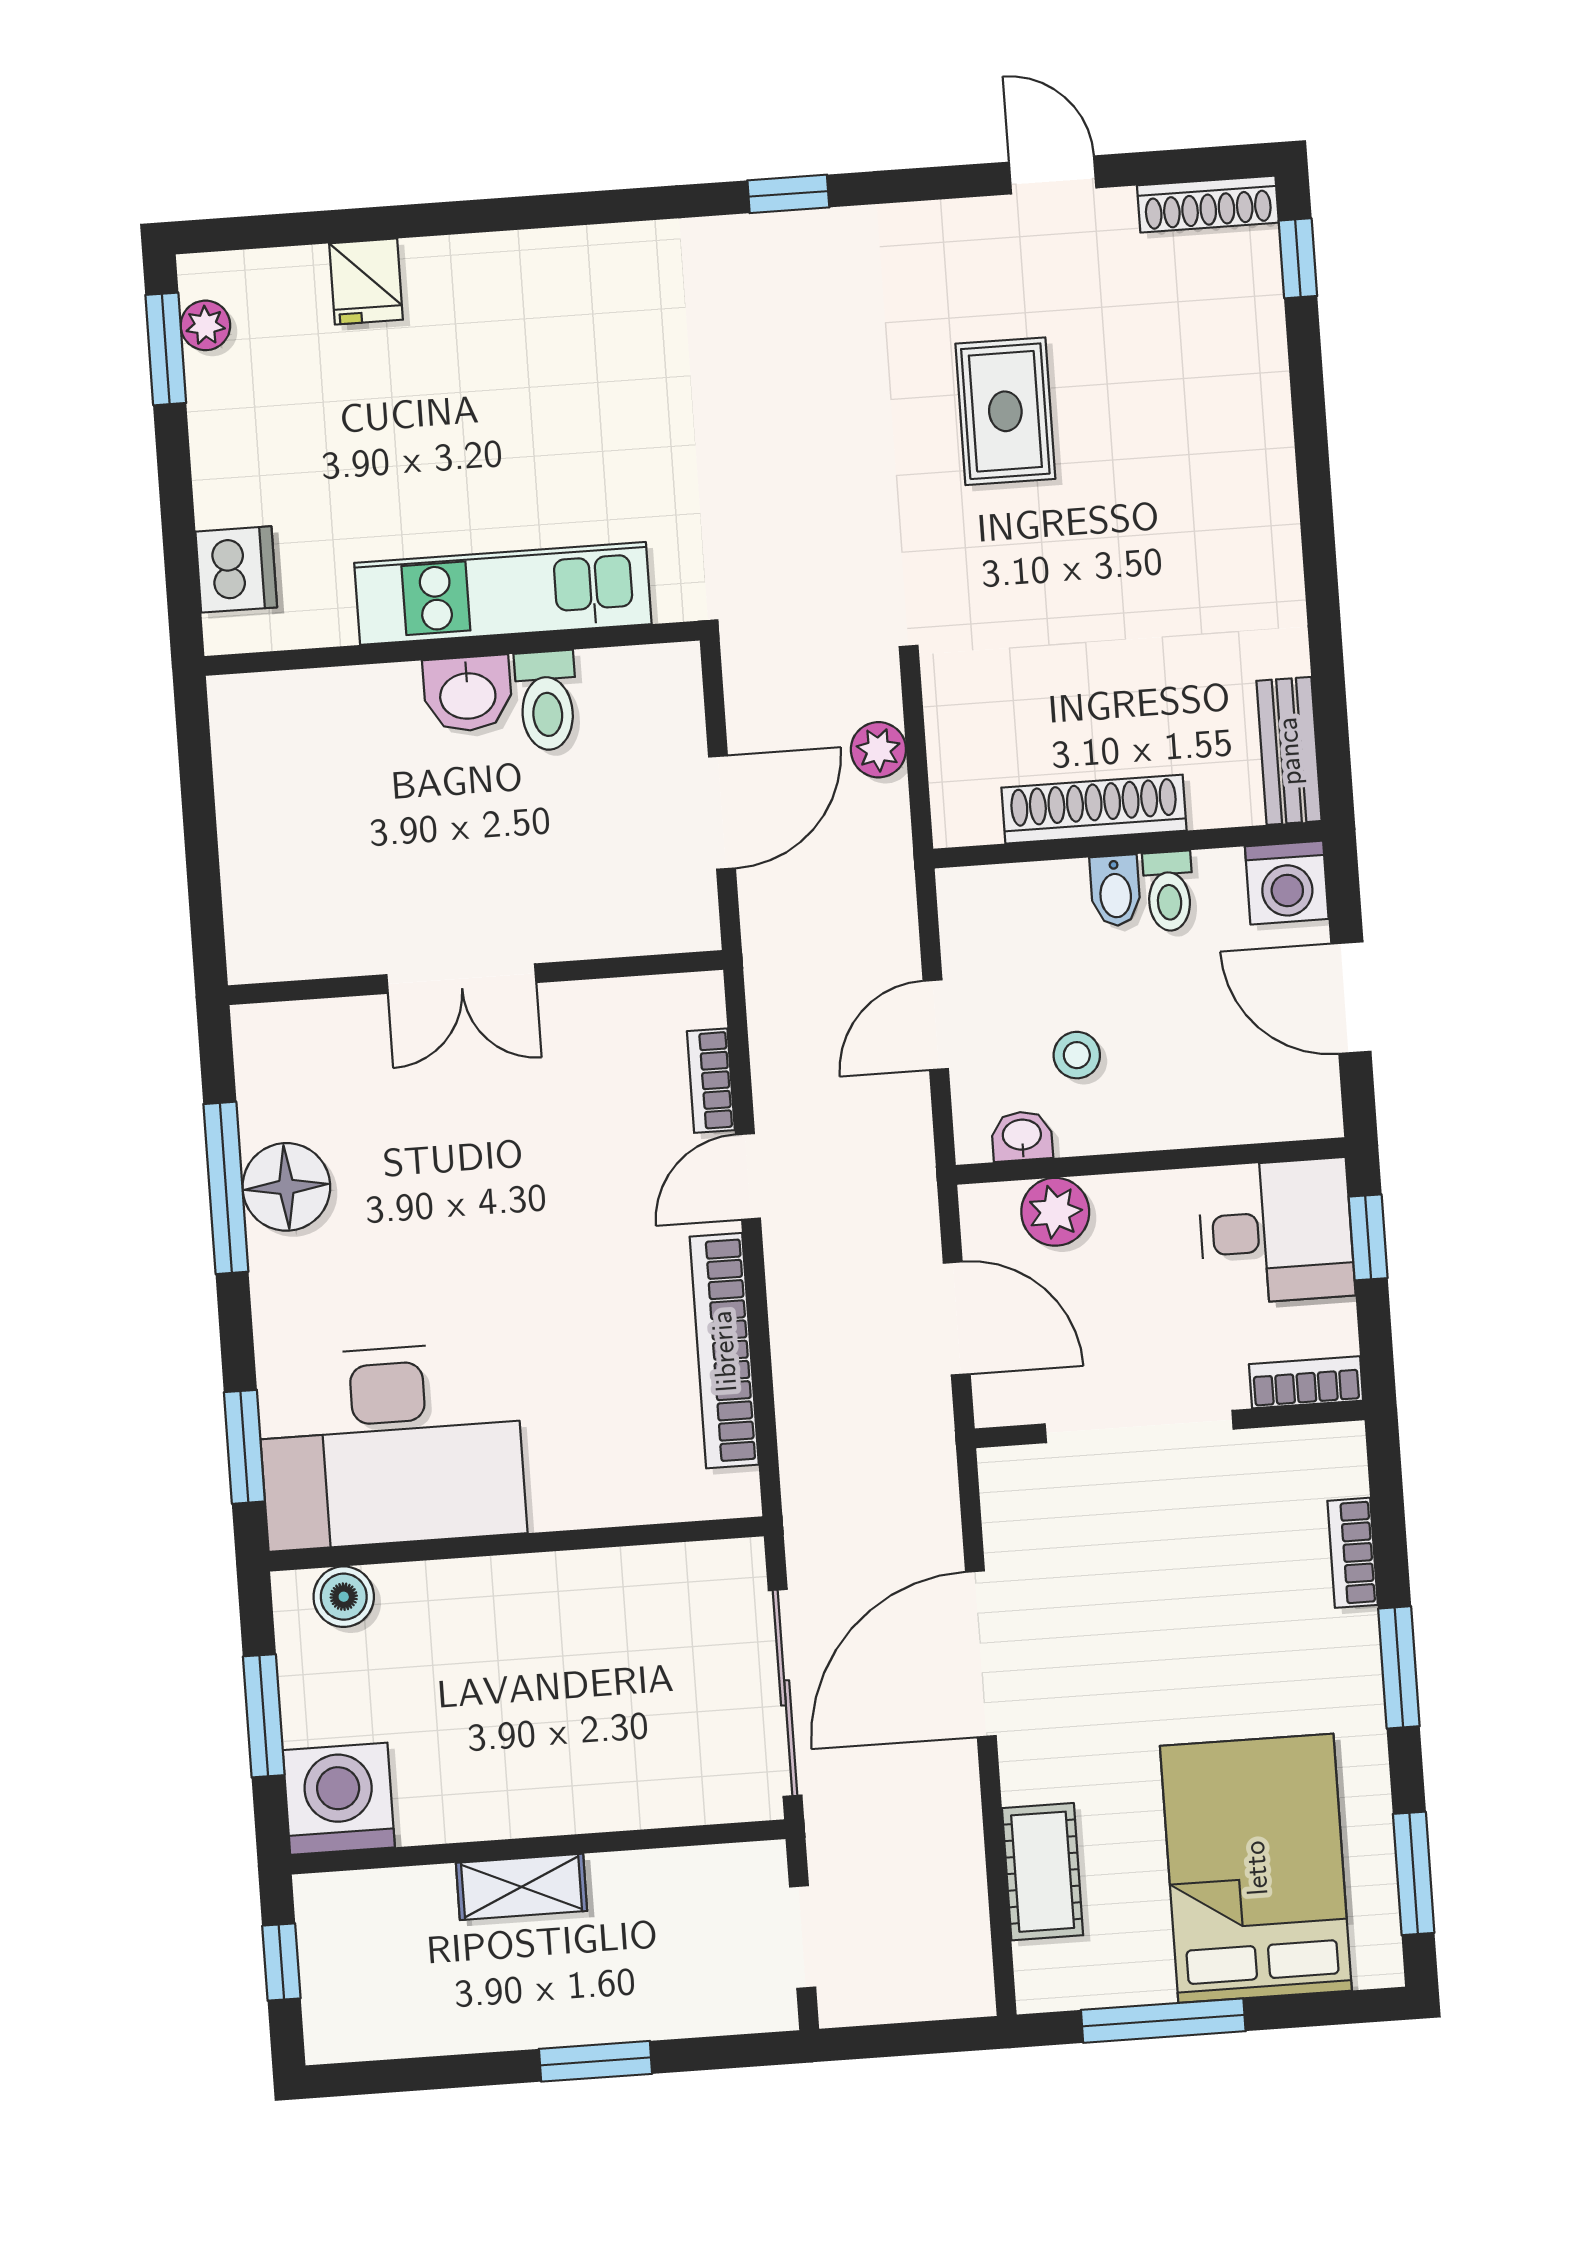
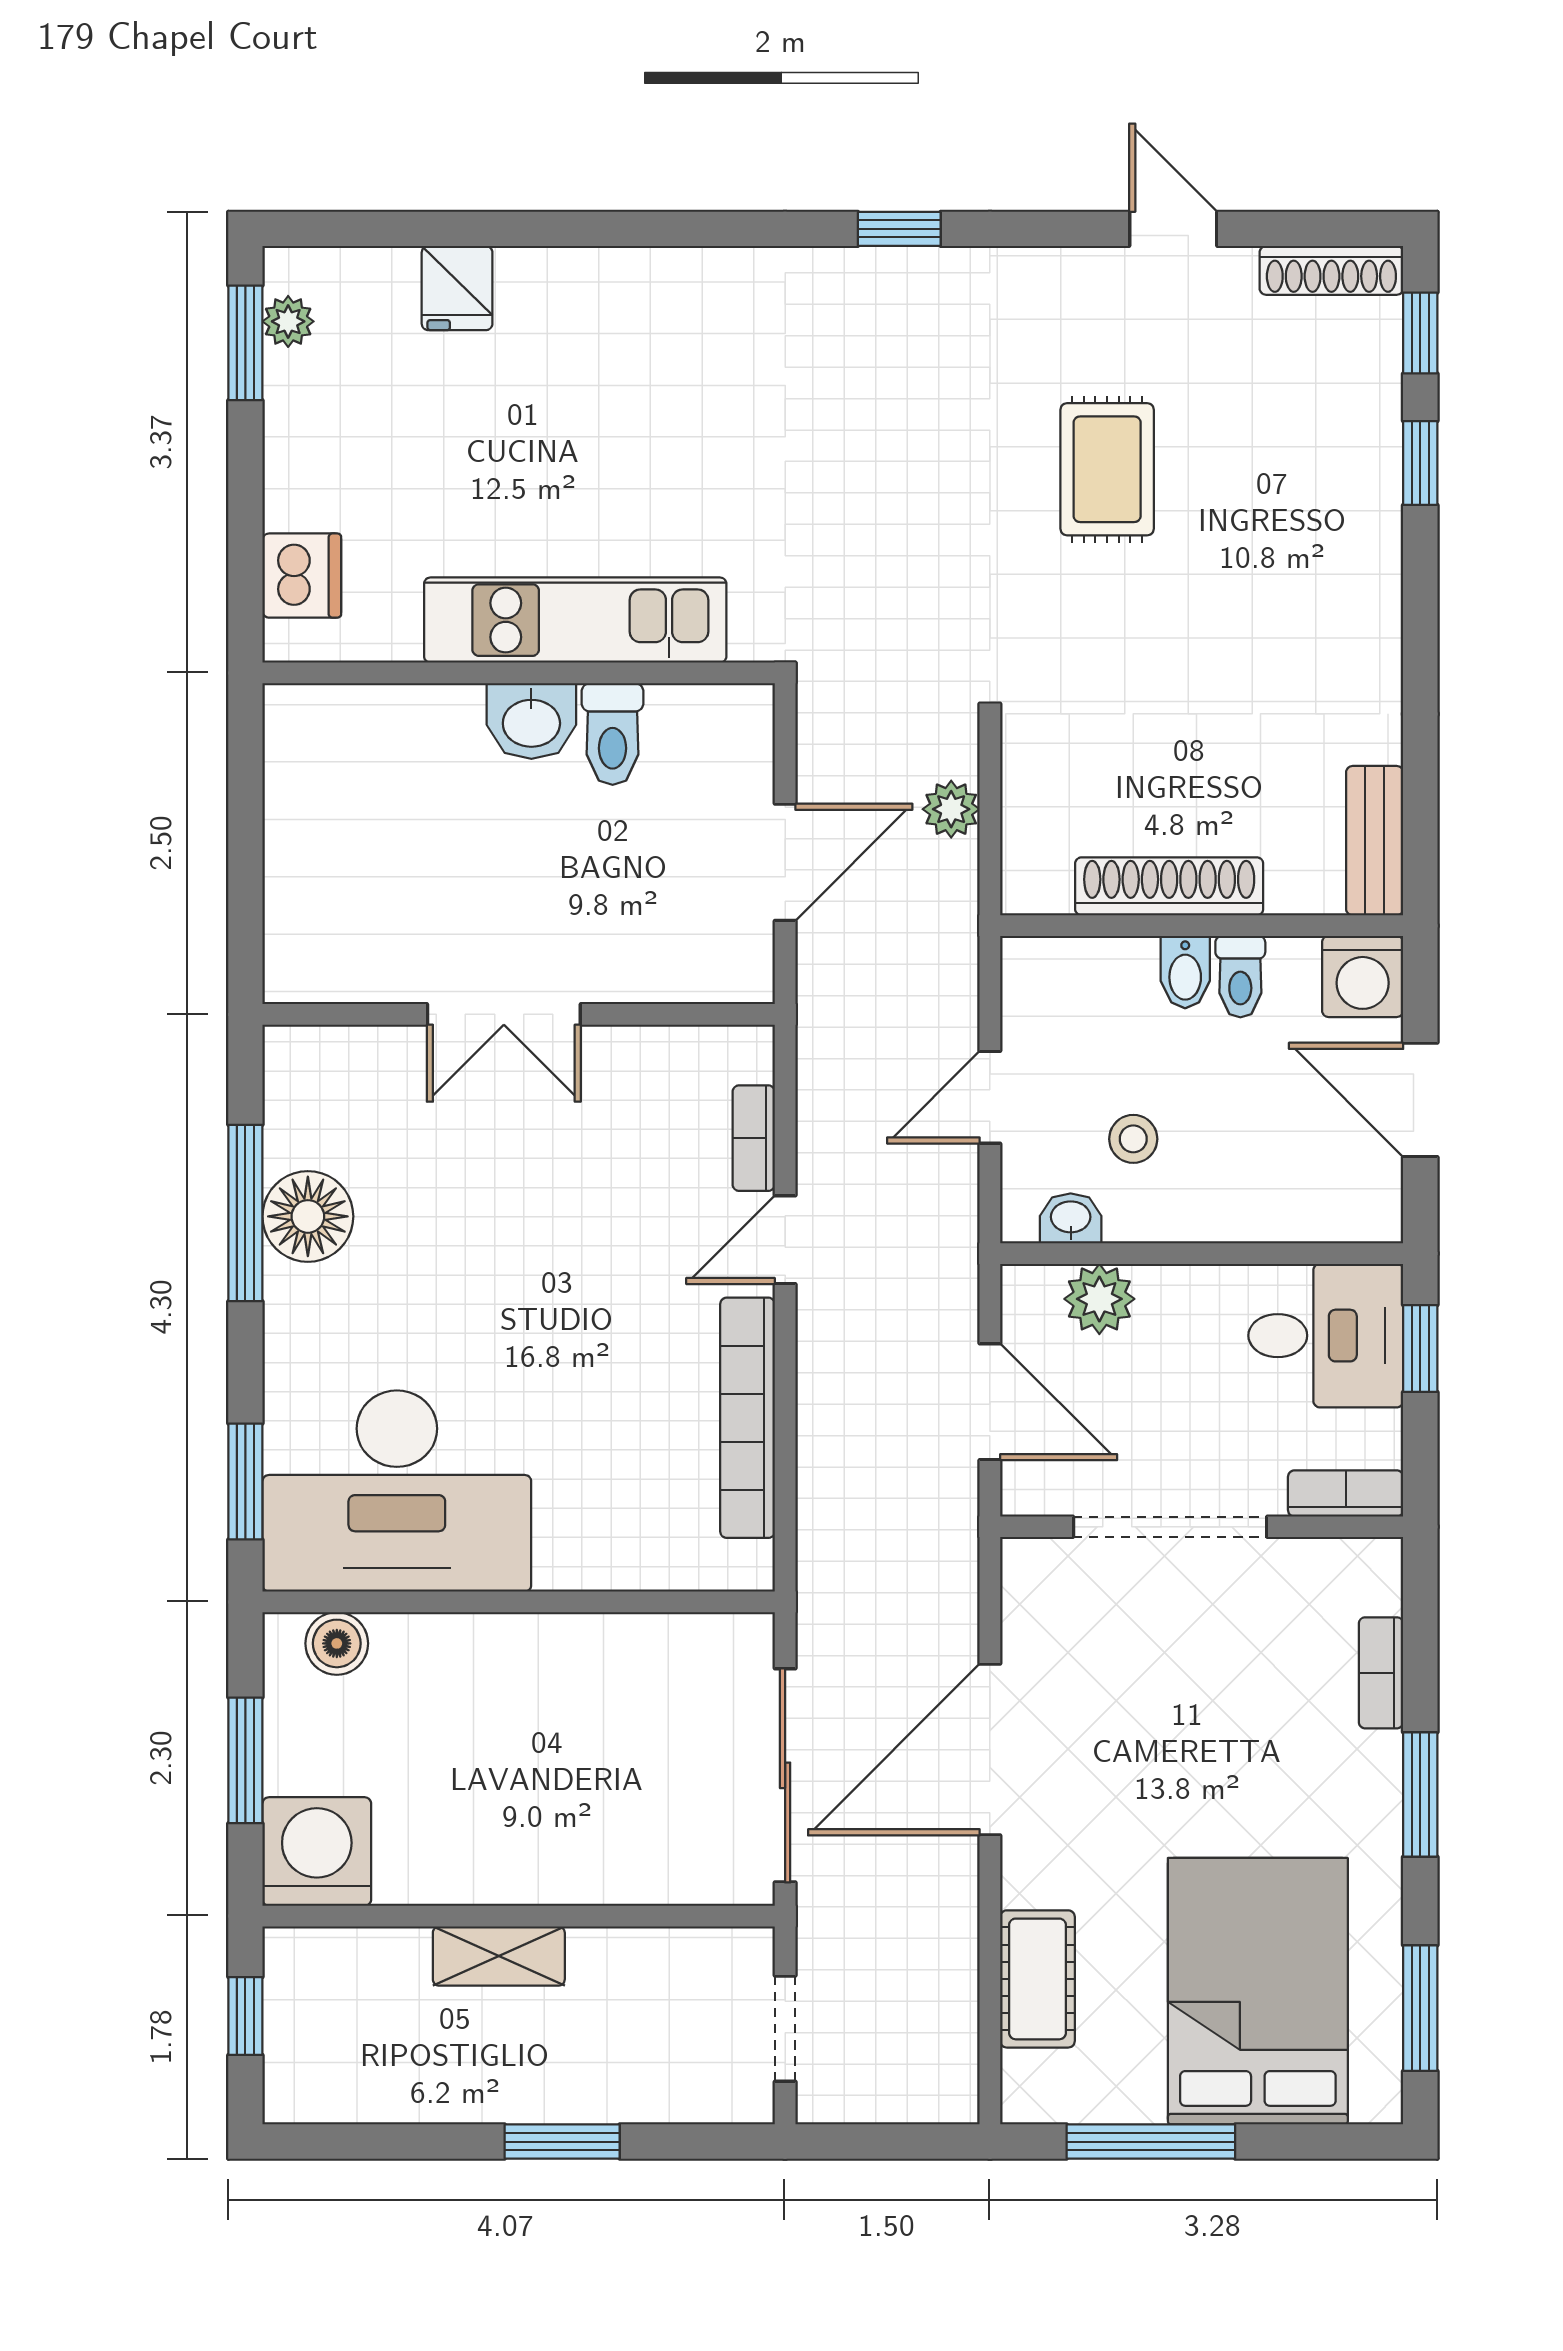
window: (1307, 384) -> (1420, 463), added

